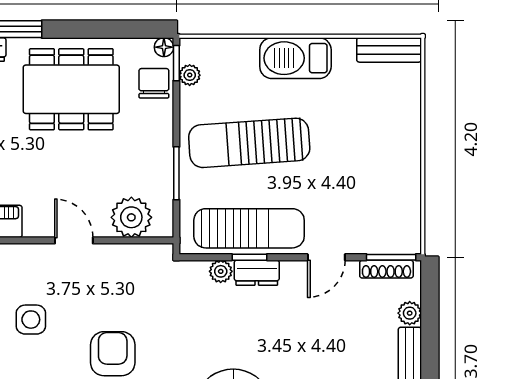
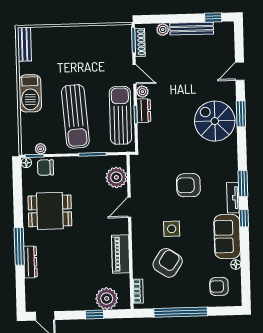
dining table: (71, 89) -> (50, 211), width x0.73
plant: (221, 271) -> (142, 92), moved

